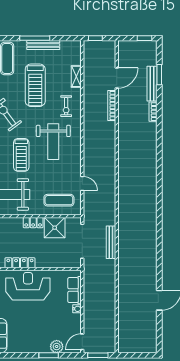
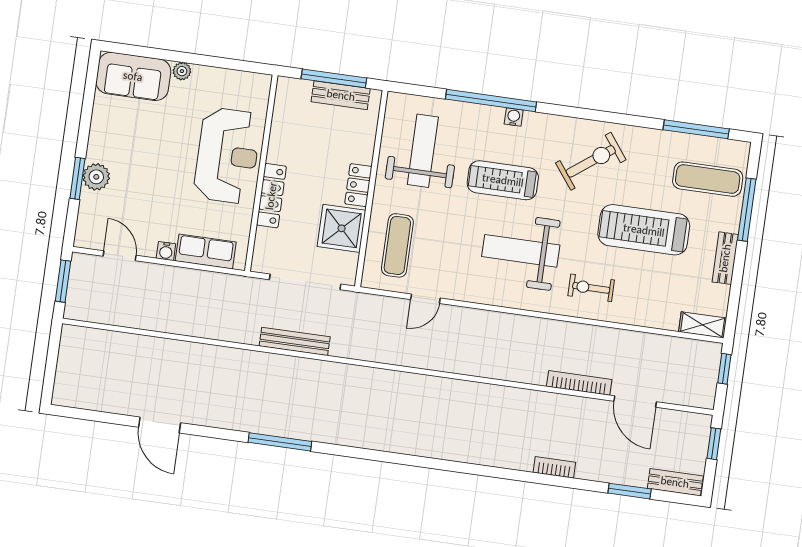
window: (35, 38) -> (747, 210), moved
window: (145, 38) -> (714, 444), moved
bench: (43, 45) -> (725, 258), width x0.73
shelving: (76, 76) -> (703, 325), moved
bench: (152, 84) -> (675, 482), moved, width x0.73
window: (159, 243) -> (280, 442), added
locker: (20, 263) -> (271, 196), moved
door: (82, 342) -> (120, 256), moved
plant: (57, 347) -> (96, 177), moved

